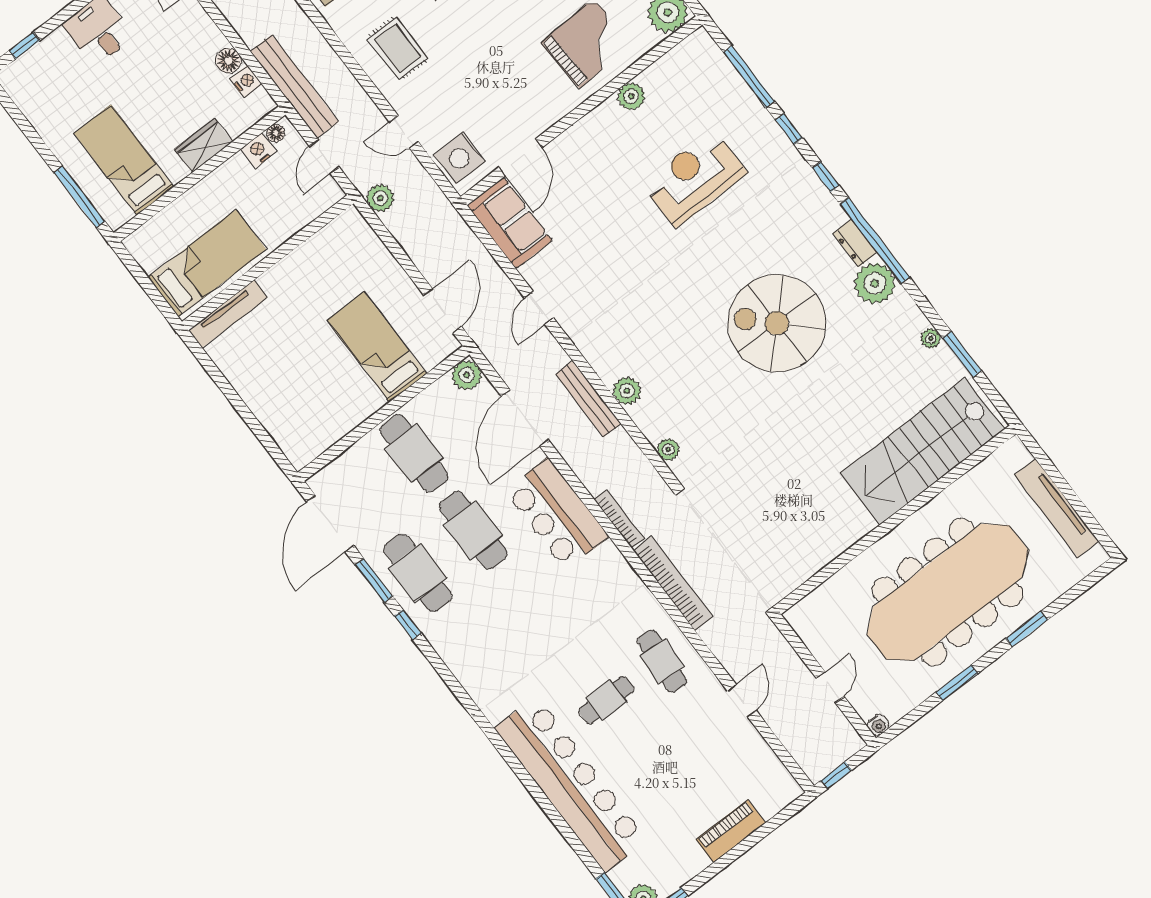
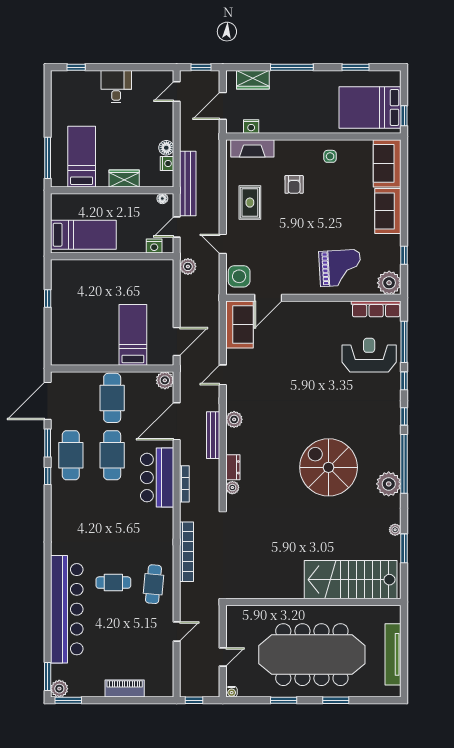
row of seats: (677, 61) -> (376, 309), added
plant: (631, 96) -> (342, 309), removed
nightstand: (259, 150) -> (154, 246), moved, turned 180
reception desk: (694, 178) -> (369, 355), moved
dresser: (855, 243) -> (233, 467), moved, turned 180
tv unit: (228, 314) -> (75, 266), removed
window: (225, 386) -> (48, 299), added
plant: (627, 391) -> (234, 419), moved
bookcase: (619, 519) -> (184, 484), moved

